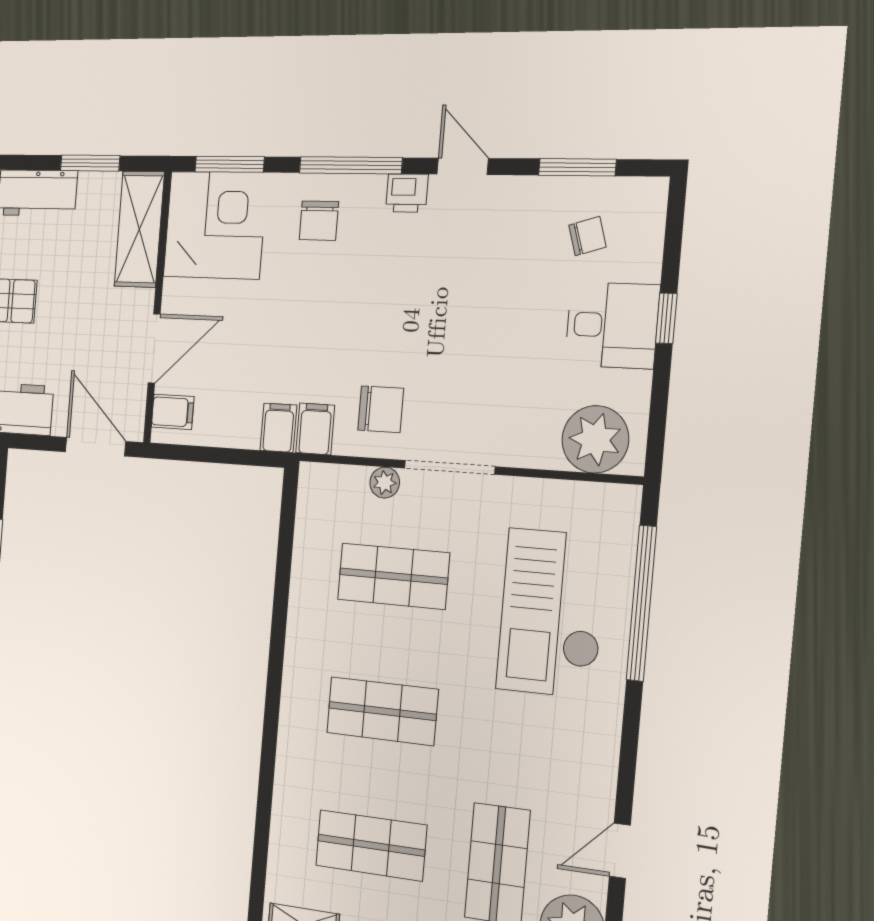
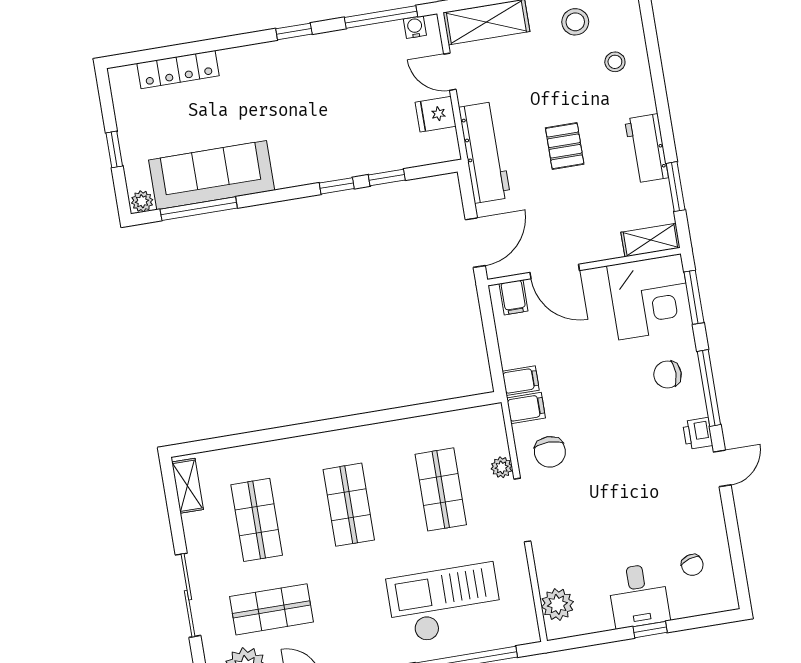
window: (577, 167) -> (735, 547), removed
shelving: (139, 229) -> (651, 240), width x0.67, depth x0.75
plant: (595, 439) -> (557, 604), width x0.73, depth x0.73

